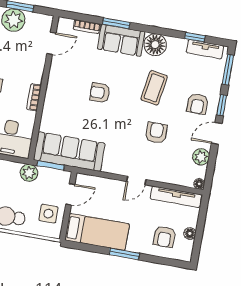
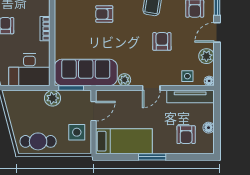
plant: (109, 167) -> (124, 80), added
side table: (177, 175) -> (187, 76), added

